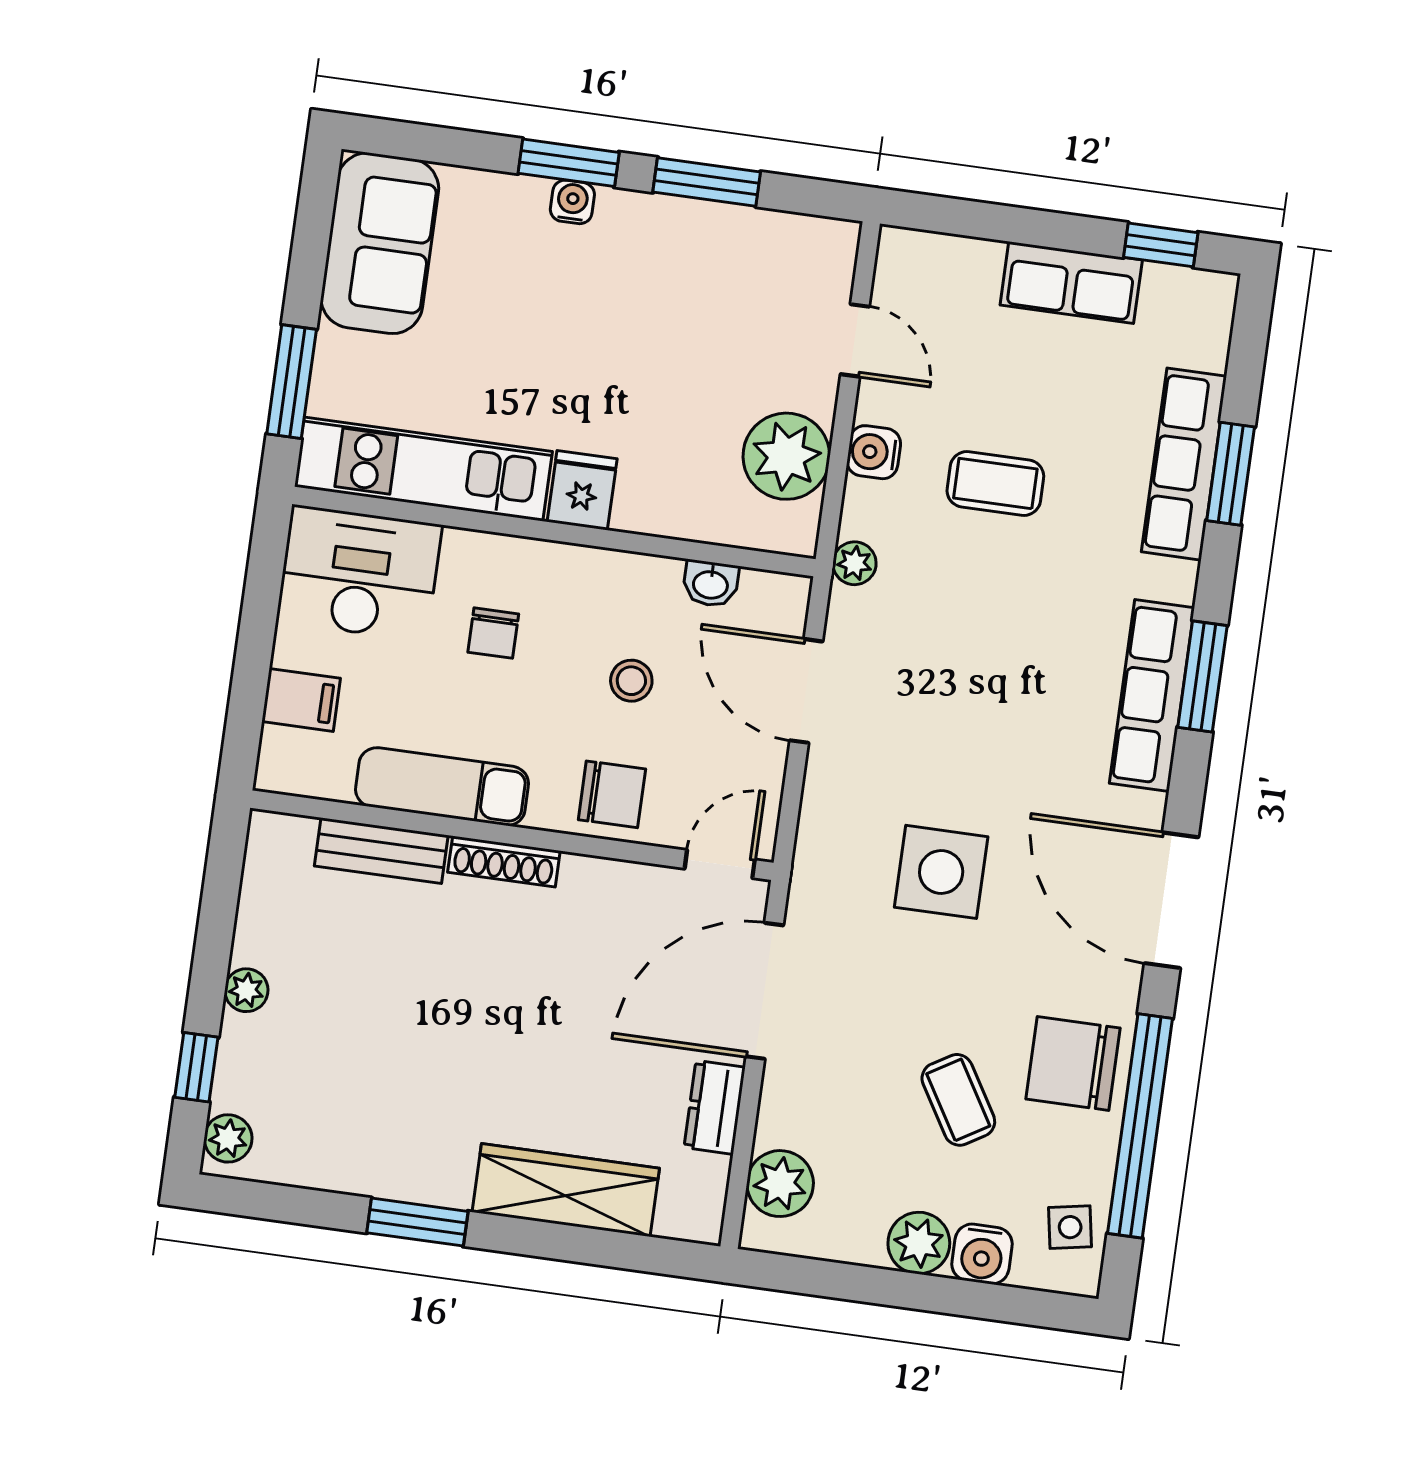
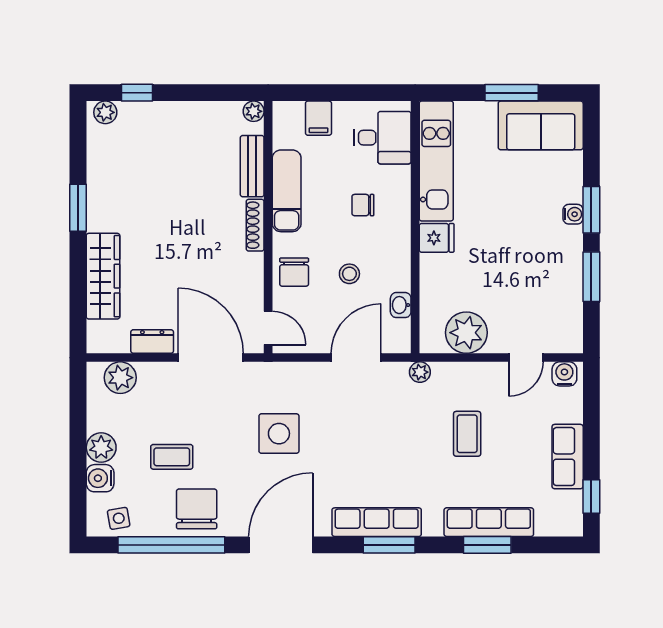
window: (292, 382) -> (512, 93), moved
water cooler: (874, 452) -> (564, 374), moved
desk: (360, 573) -> (383, 138), width x0.73
plant: (246, 990) -> (254, 111), moved
coffee table: (958, 1100) -> (172, 457), turned 31

